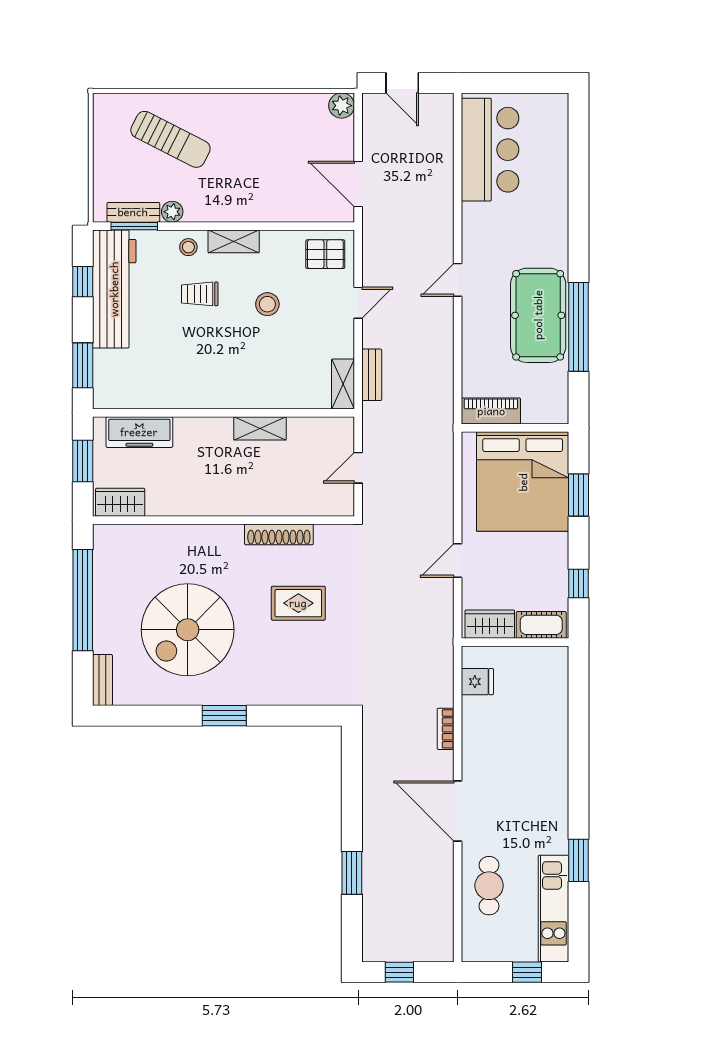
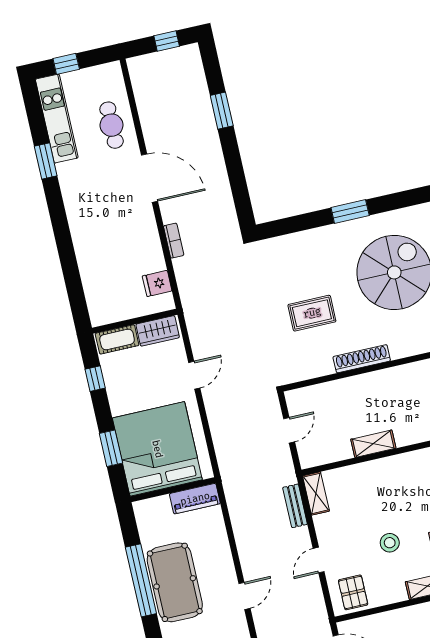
pallet: (325, 254) -> (353, 592), turned 90
shoe rack: (279, 534) -> (362, 359), moved

